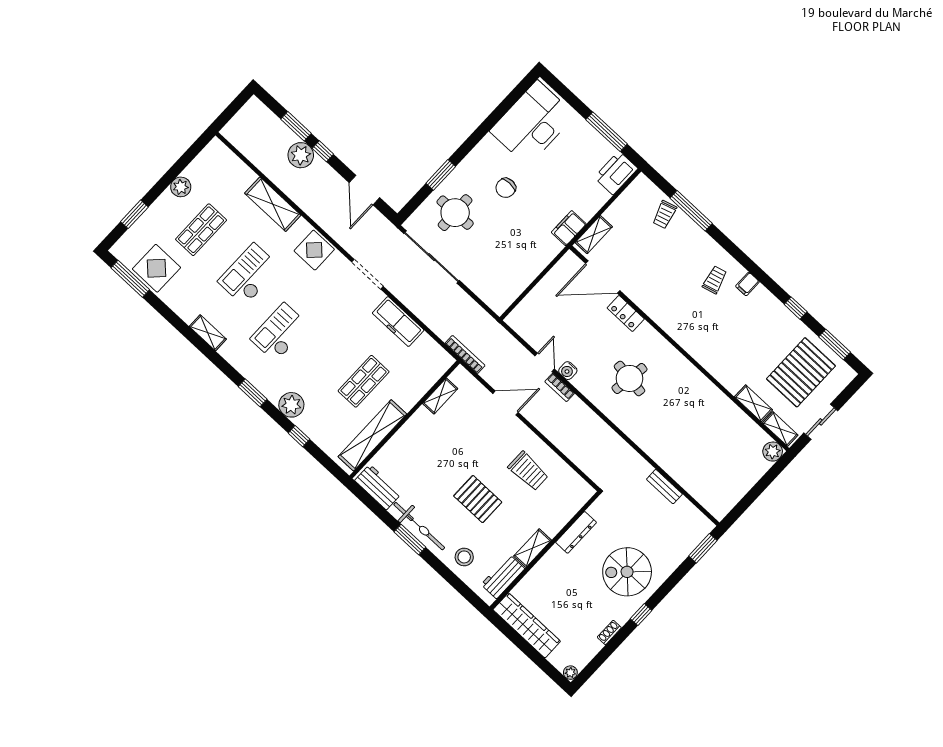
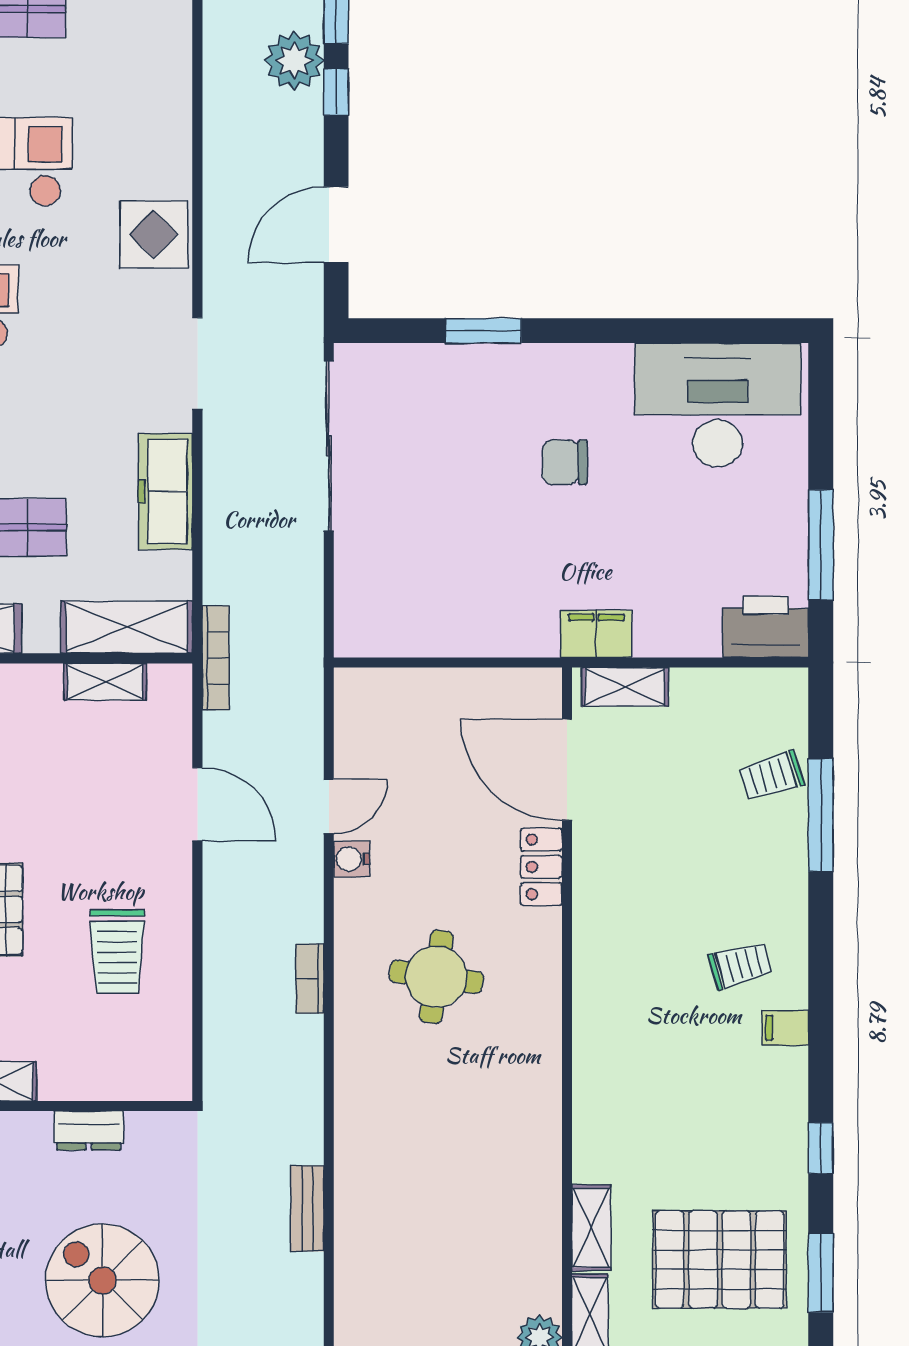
shelving: (273, 204) -> (127, 627), moved, turned 90
round table: (455, 213) -> (442, 415), removed
bookcase: (560, 387) -> (310, 979), moved
dresser: (576, 532) -> (89, 1131), width x0.70

